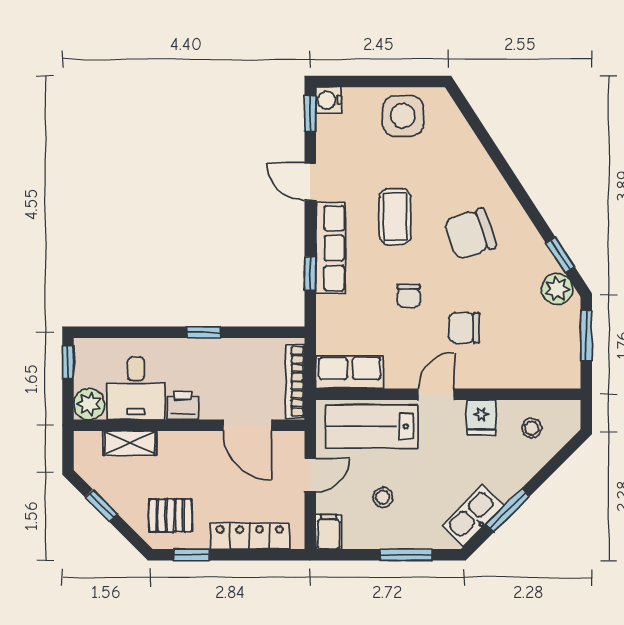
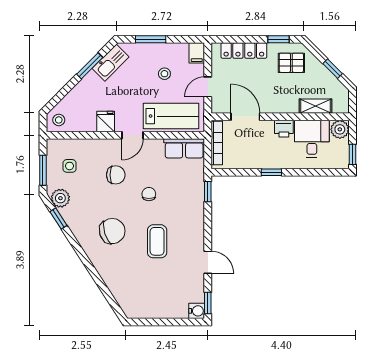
side table: (403, 116) -> (70, 166), moved, width x0.54, depth x0.54
row of seats: (331, 248) -> (196, 222), removed
window: (310, 274) -> (208, 192), moved
stool: (532, 428) -> (59, 120), moved

